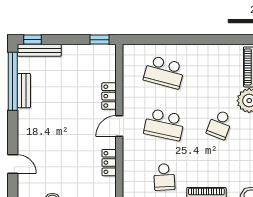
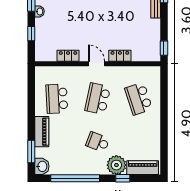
school desk: (164, 72) -> (139, 99), turned -33
school desk: (164, 177) -> (57, 99), width x1.85

